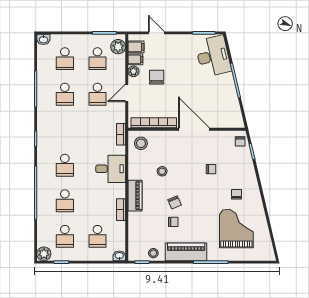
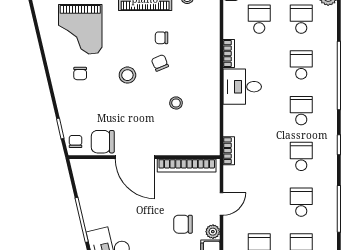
chair: (157, 77) -> (183, 224), turned 90
school desk: (97, 94) -> (301, 156), moved
stool: (141, 143) -> (127, 75), moved
desk: (111, 169) -> (242, 87), moved
chair: (211, 169) -> (103, 142), moved, width x1.87, depth x1.87
piano: (135, 196) -> (211, 72), removed

